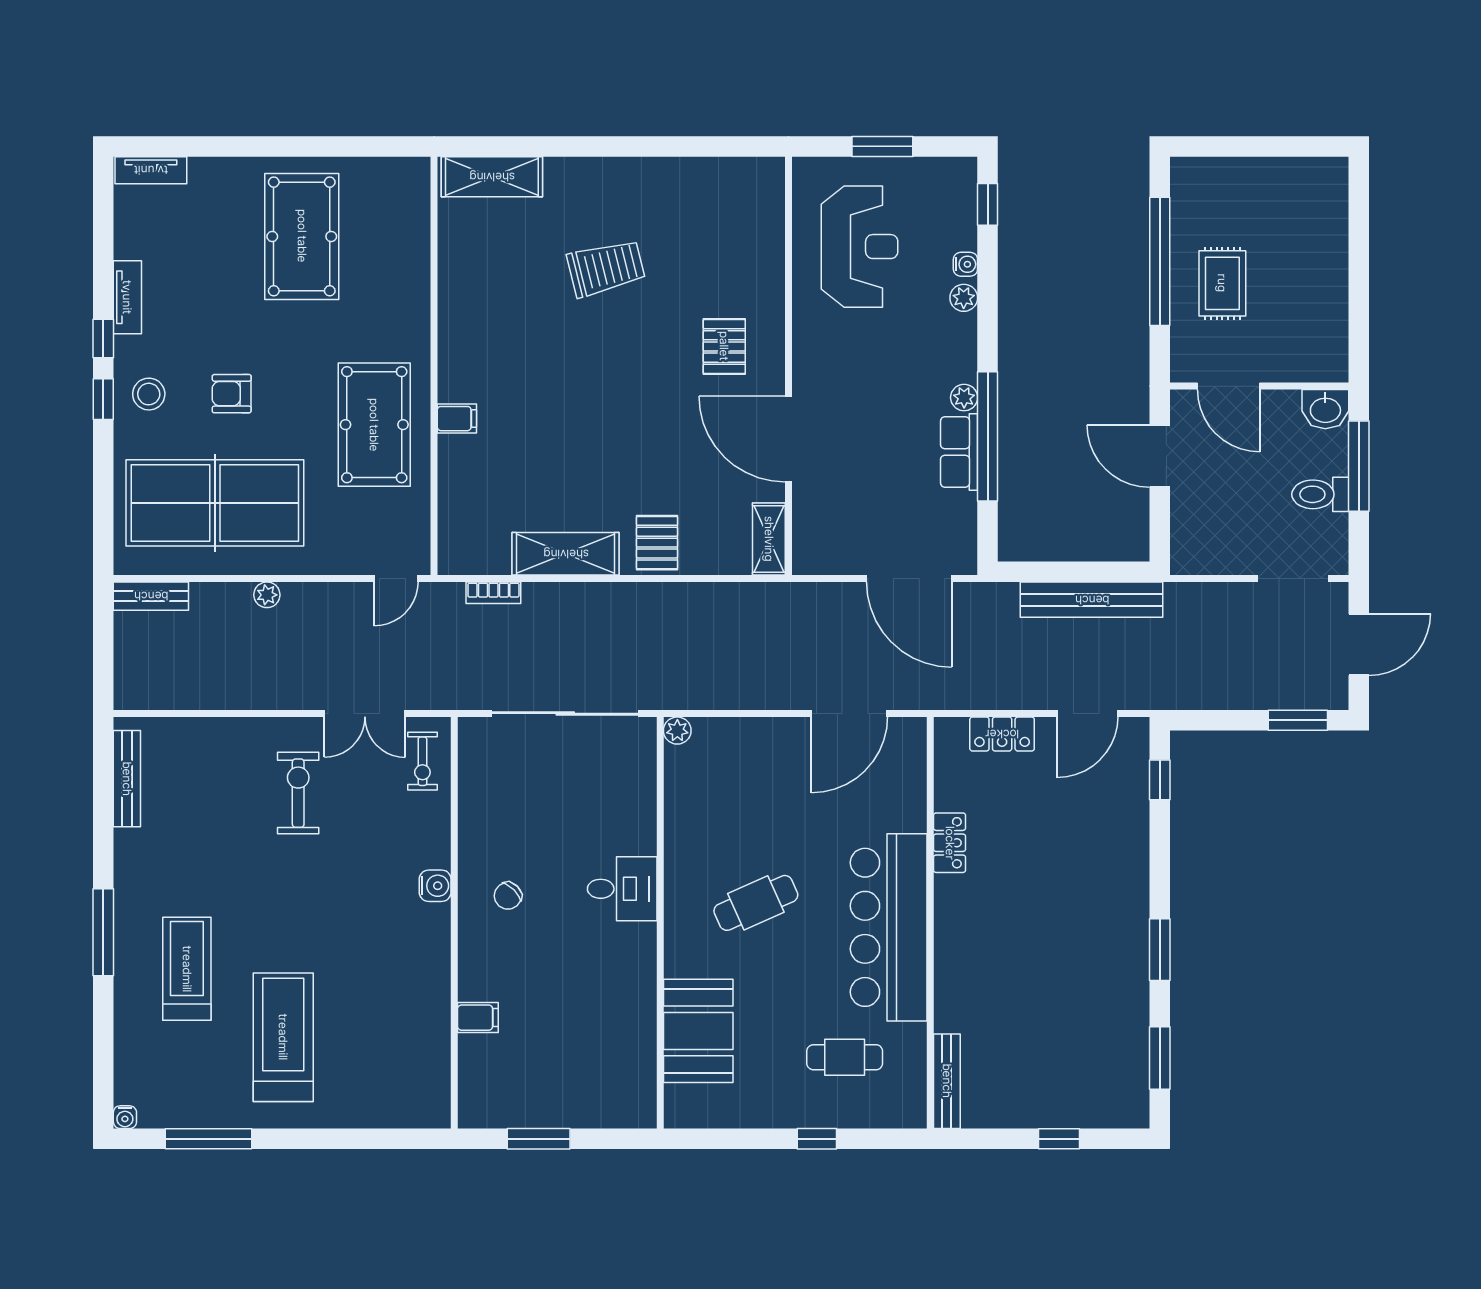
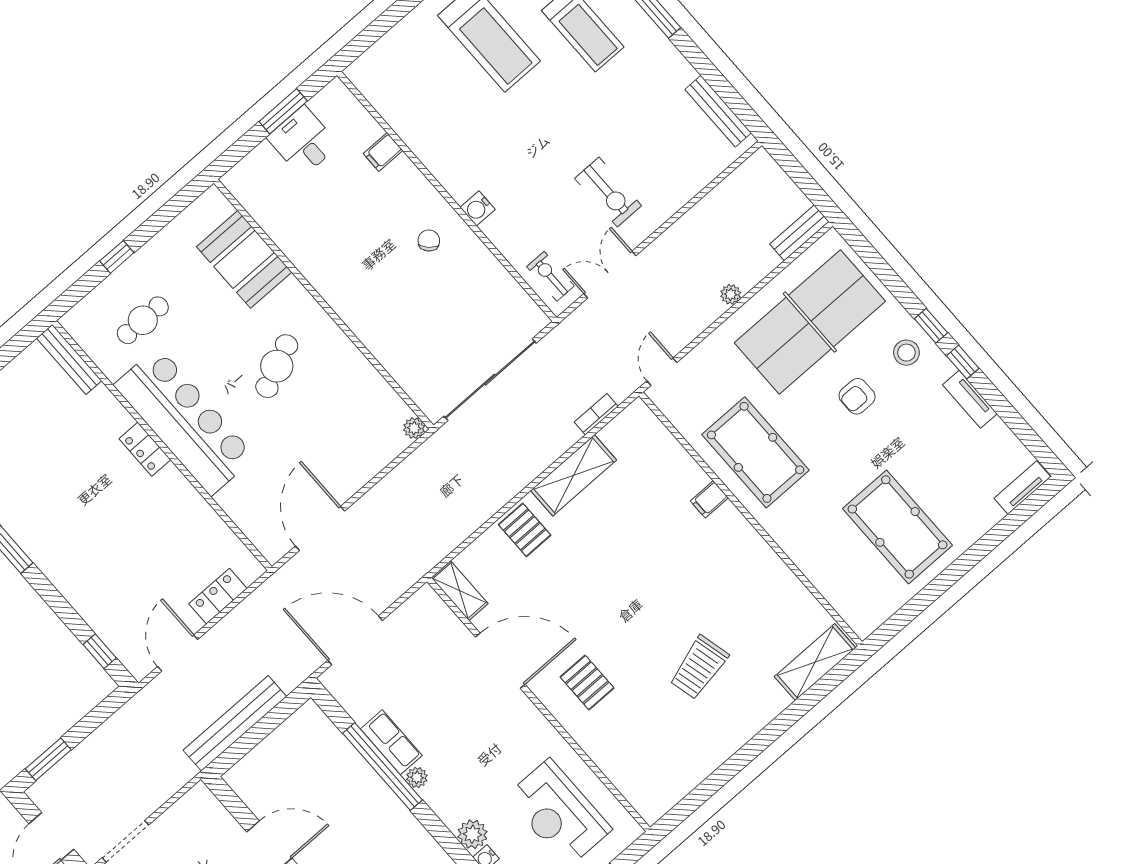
plant: (964, 298) -> (472, 834), width x1.38, depth x1.38
armchair: (232, 394) -> (857, 396), turned 180
locker: (950, 843) -> (145, 449), moved
desk: (622, 889) -> (303, 141), moved, turned 90

